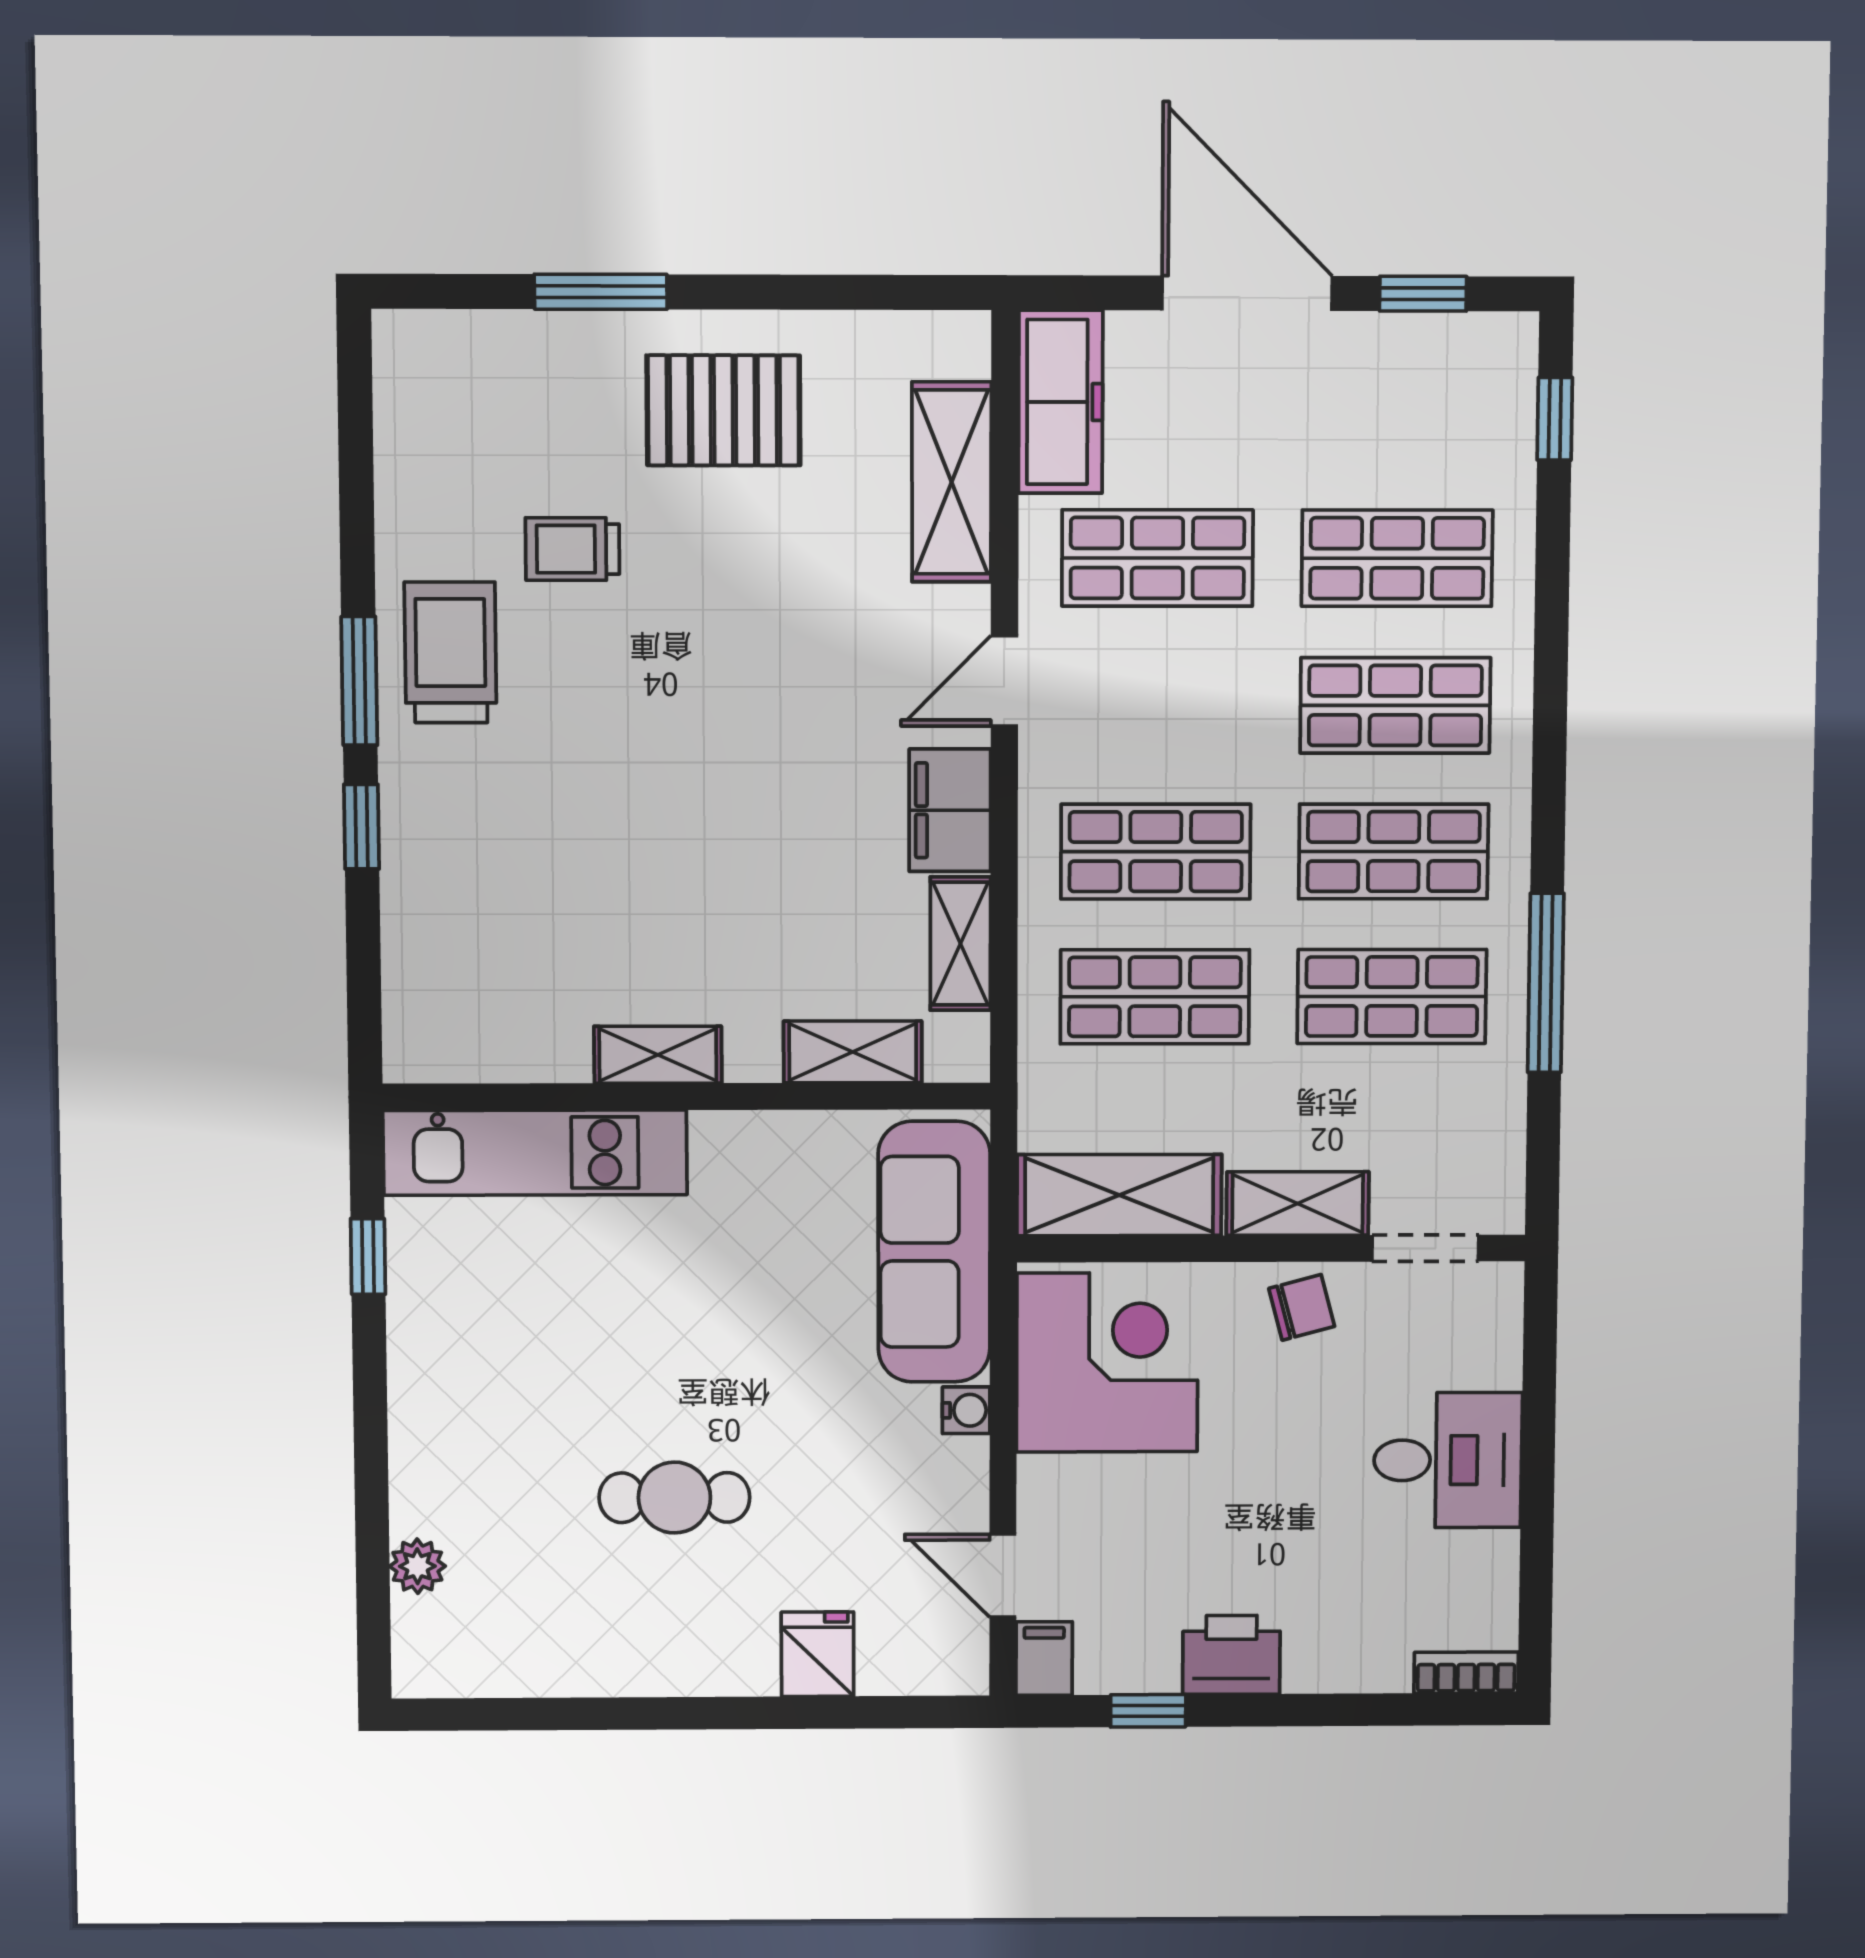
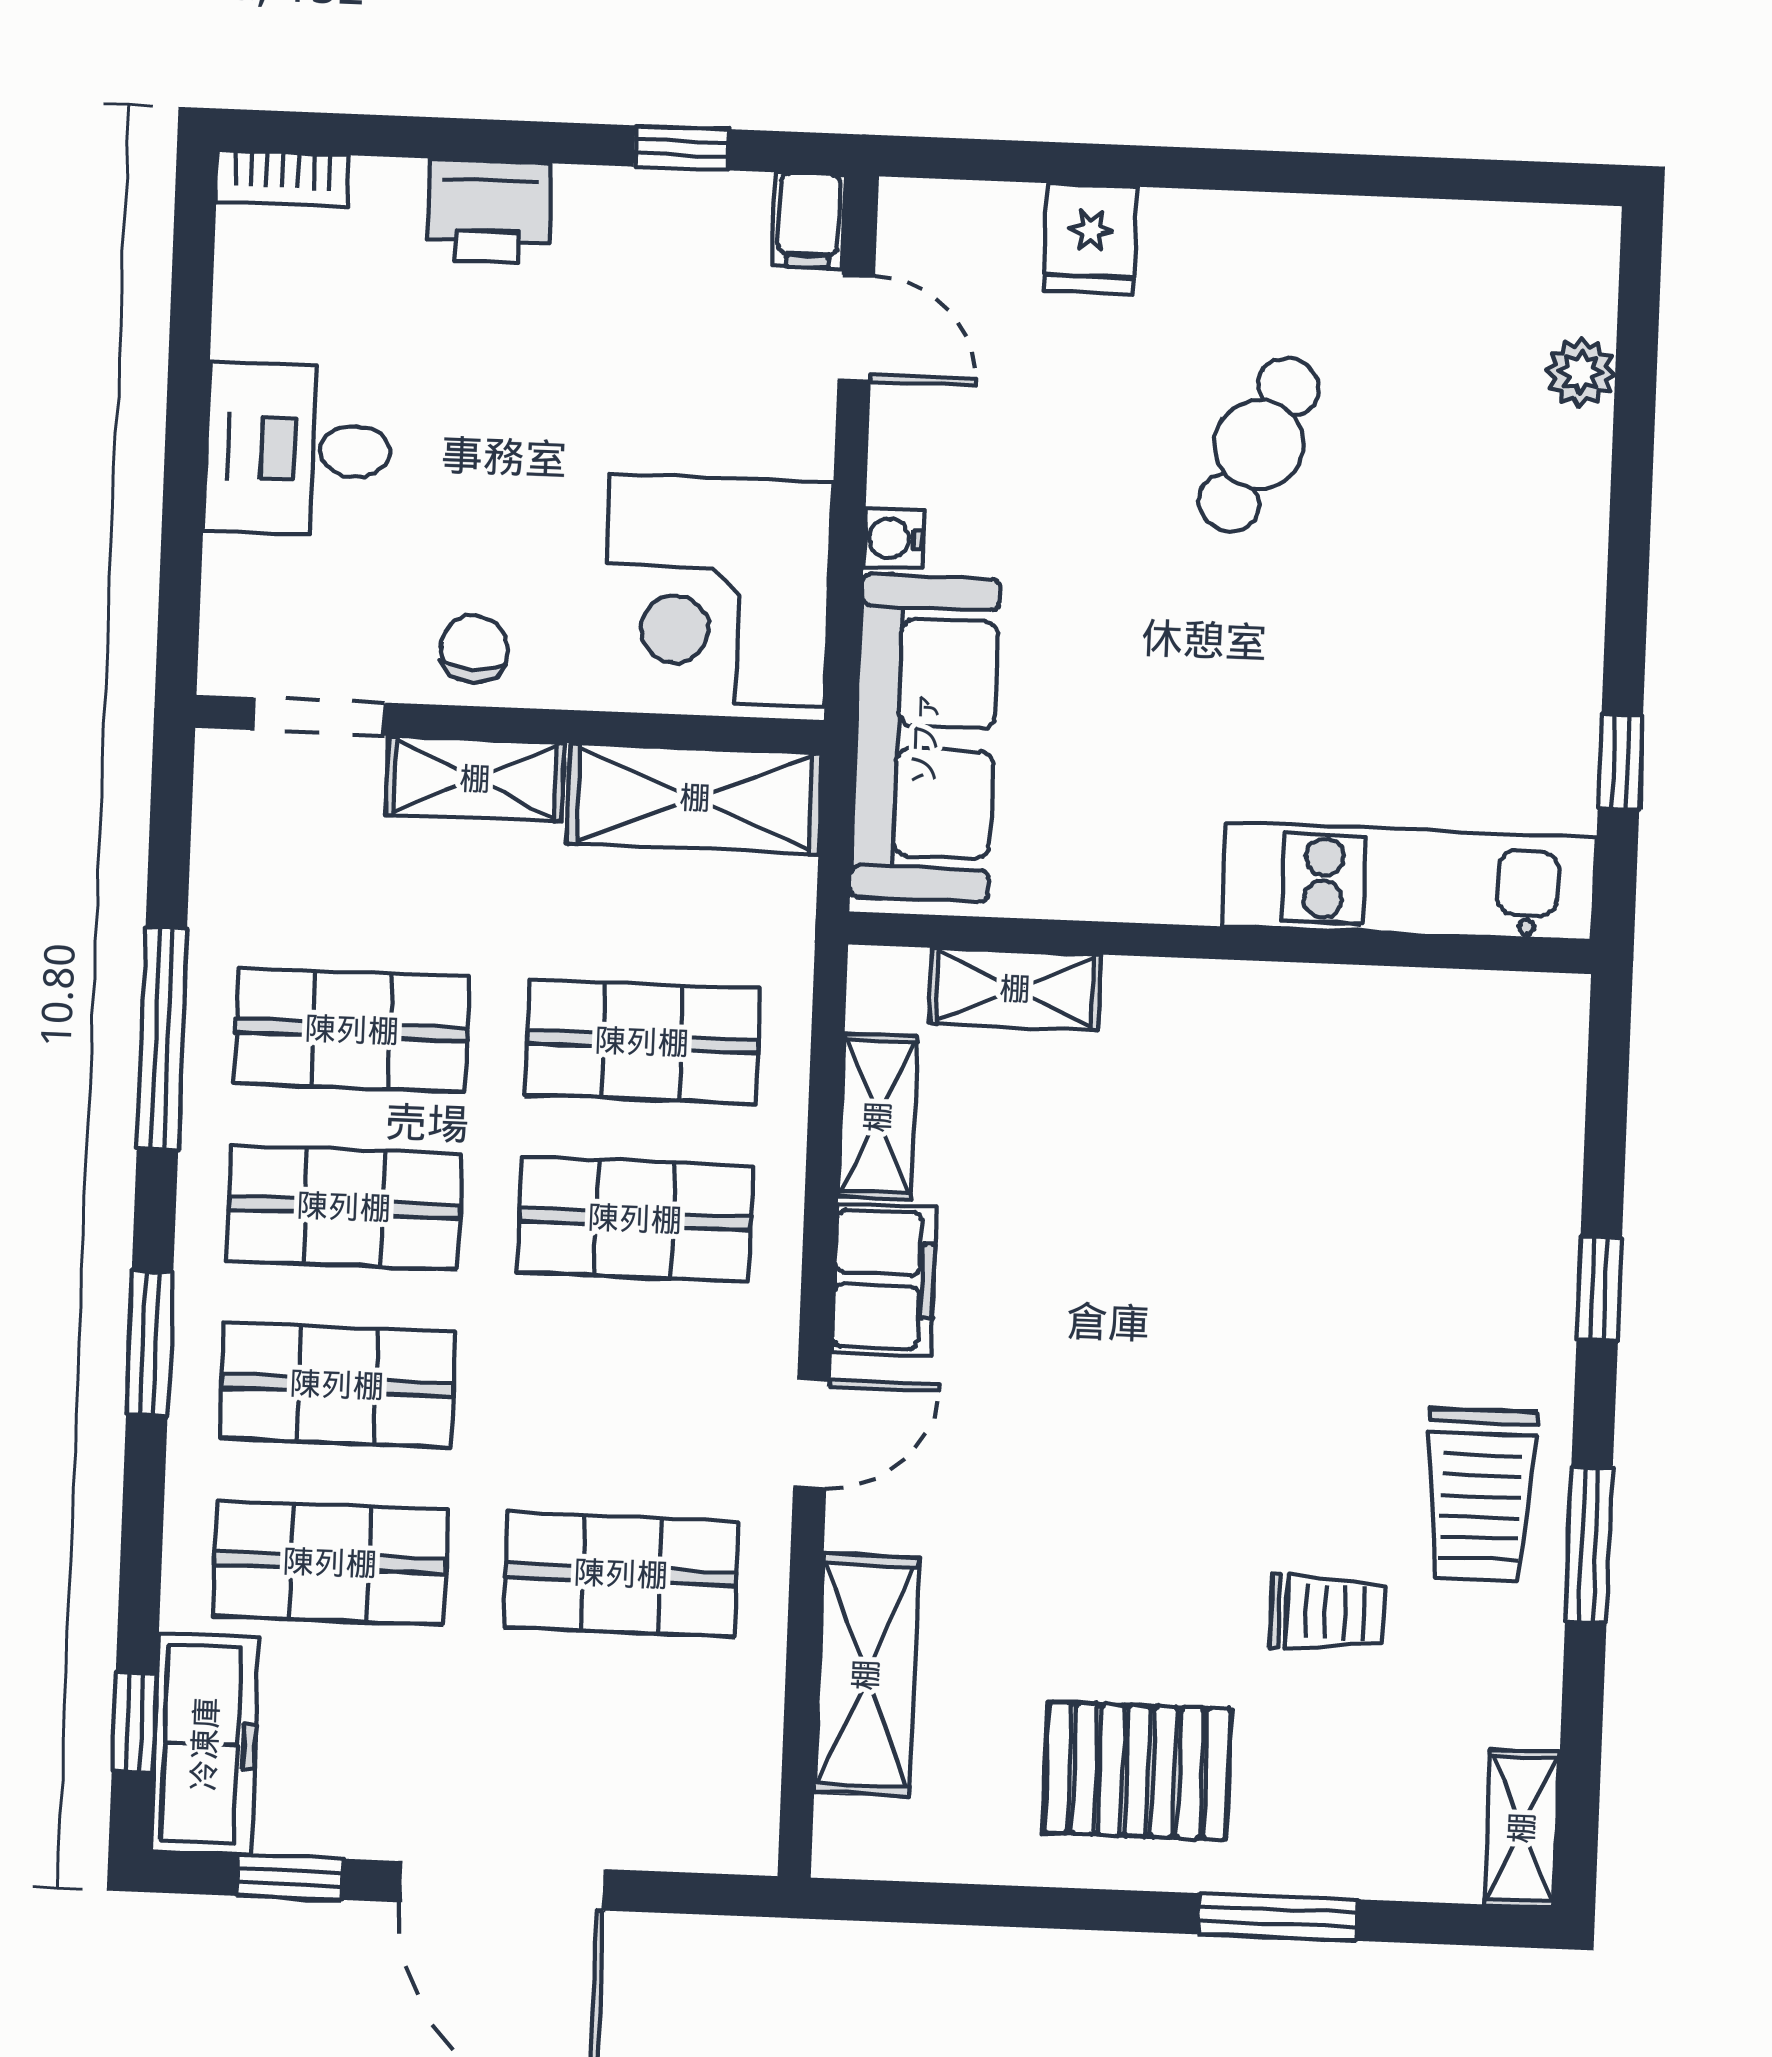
freezer: (1061, 402) -> (205, 1744), moved, turned 180
window: (359, 681) -> (1589, 1545), moved
window: (1550, 733) -> (150, 1343), added
shelving: (658, 1055) -> (1522, 1828), moved, turned 90
chair: (1302, 1307) -> (474, 649), turned 106
cafe table: (674, 1498) -> (1259, 444), turned -65
printer: (1231, 1655) -> (489, 211), moved

